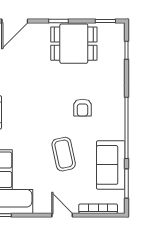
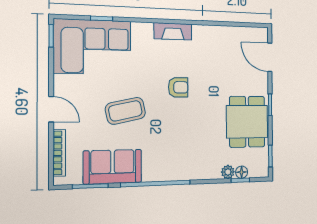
floor lamp: (119, 49) -> (242, 172), added
plant: (119, 62) -> (228, 172), added
armchair: (82, 108) -> (178, 87), moved, turned 180
door: (62, 215) -> (51, 109), hinge flipped

